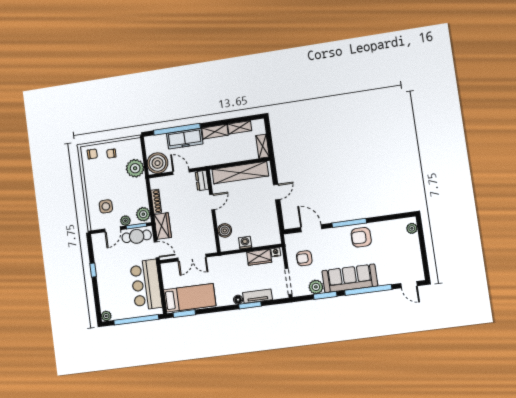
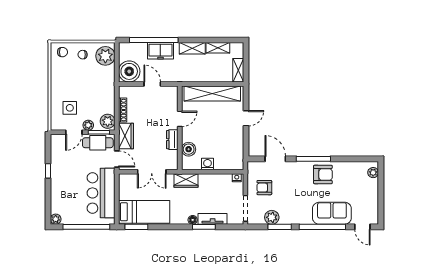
freezer: (185, 139) -> (160, 51), width x0.71
plant: (135, 168) -> (105, 56), moved
dresser: (202, 181) -> (172, 140), moved
armchair: (361, 237) -> (323, 174), turned 180
wardrobe: (259, 257) -> (186, 180), moved
sofa: (350, 278) -> (332, 213), moved, width x0.73

